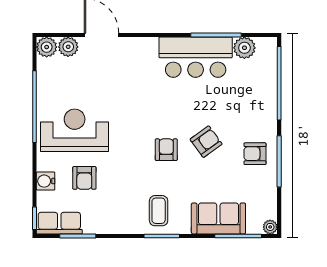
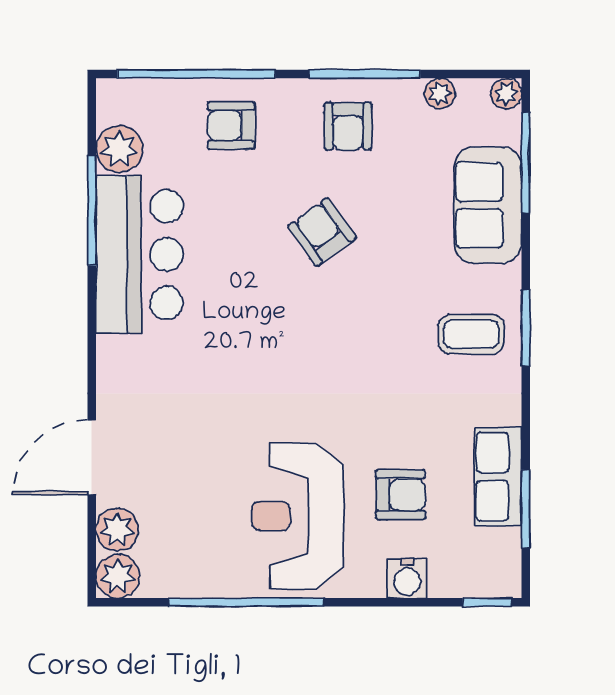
armchair: (166, 150) -> (231, 126), moved
plant: (270, 196) -> (440, 93), added
row of seats: (59, 223) -> (498, 477), moved

